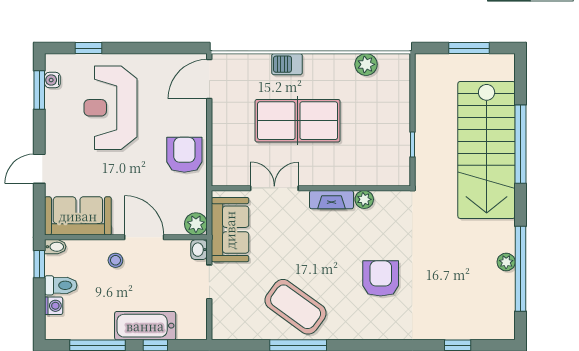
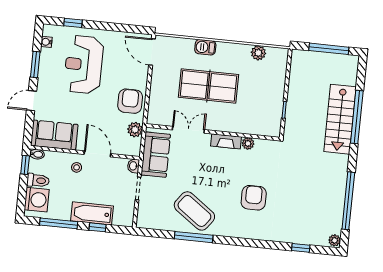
window: (469, 48) -> (329, 49), width x1.44
door: (209, 79) -> (152, 52), hinge flipped
window: (39, 90) -> (35, 65), moved
stairs: (487, 150) -> (340, 119), width x0.73, depth x0.66
plant: (196, 224) -> (135, 130), moved
plant: (506, 262) -> (335, 240), moved
washing machine: (54, 306) -> (37, 200), width x1.89, depth x1.89

